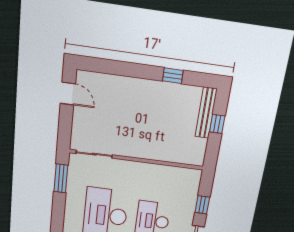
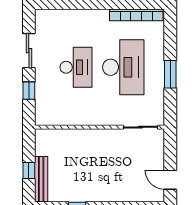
window: (61, 178) -> (170, 74), moved

